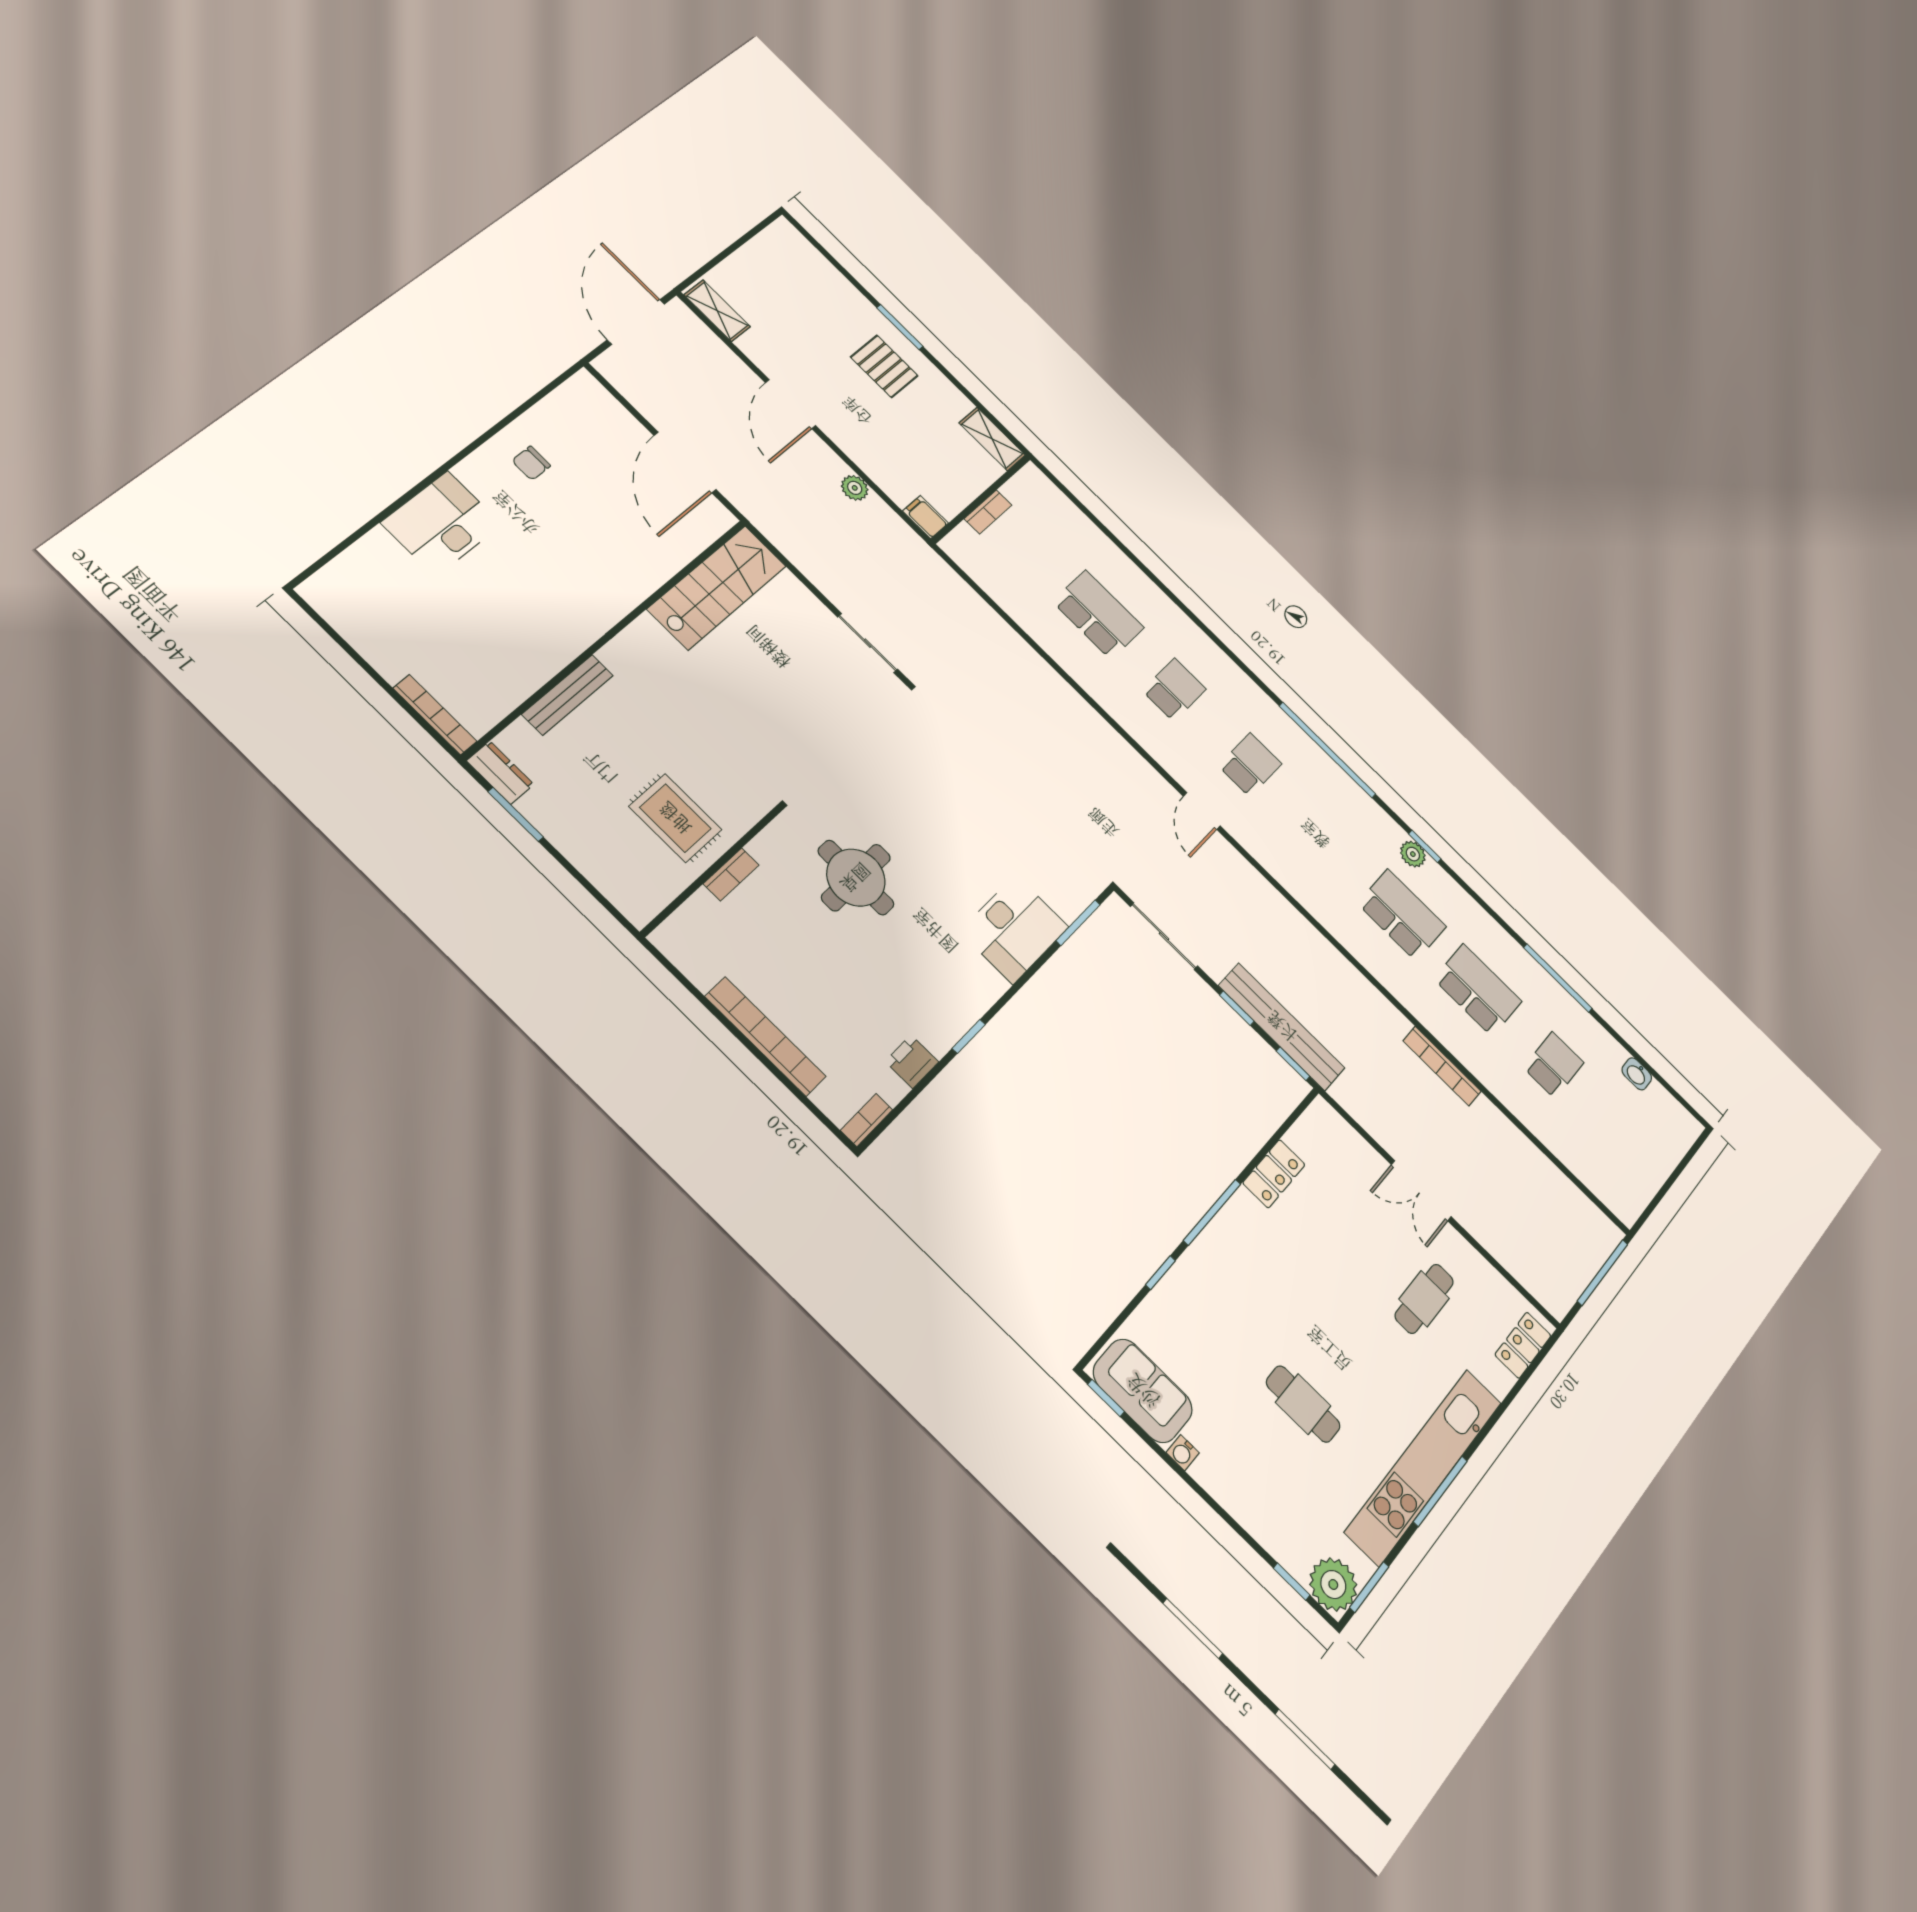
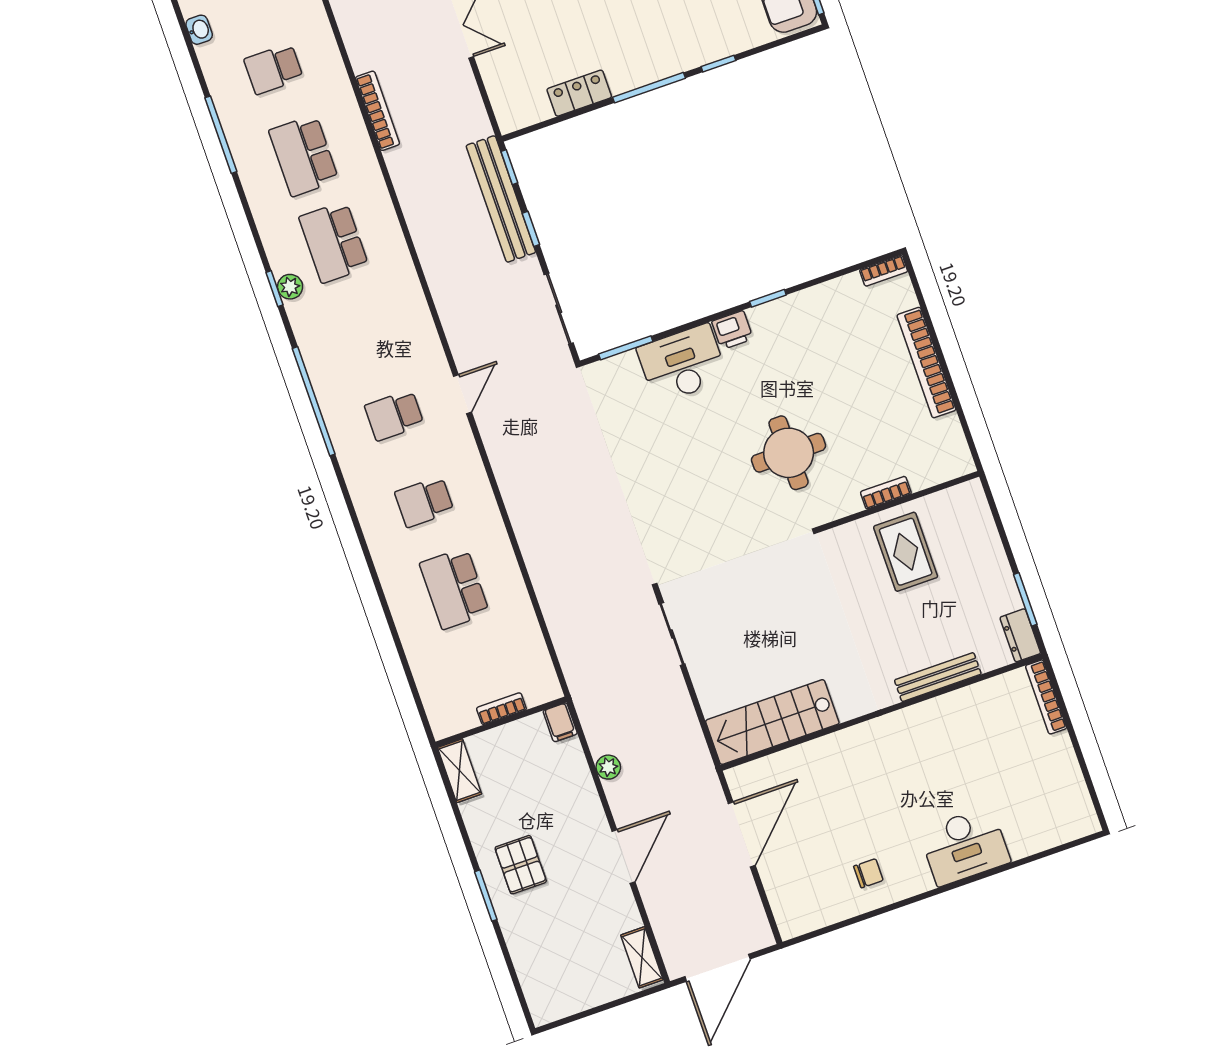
printer: (912, 1062) -> (732, 330), moved

